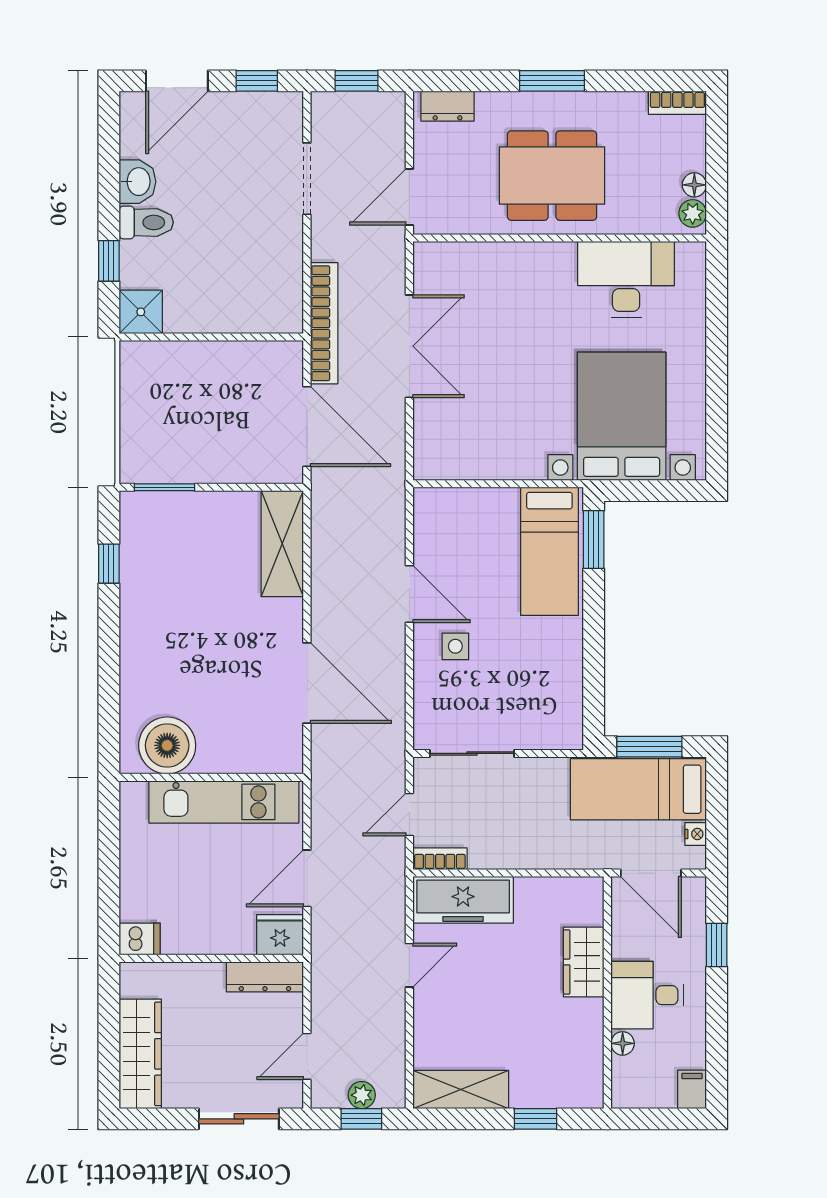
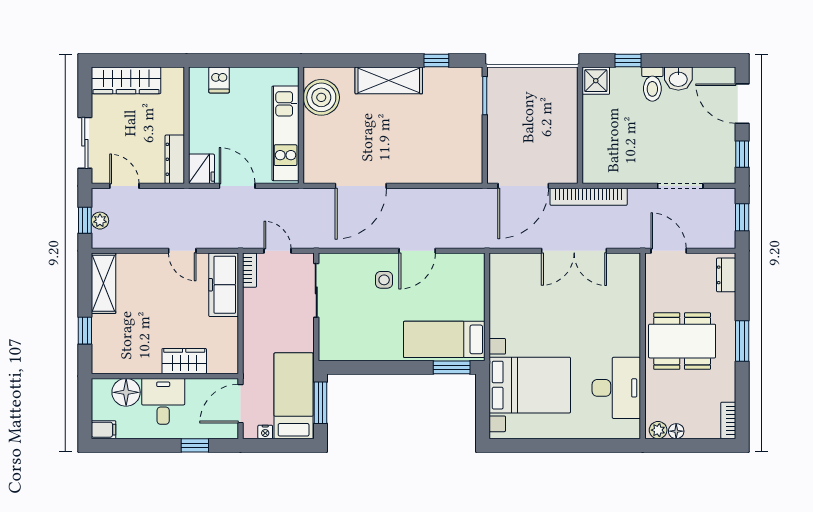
dining table: (552, 176) -> (682, 341), turned 90
shelving: (282, 544) -> (389, 80), moved
dishwasher: (140, 939) -> (219, 80), moved
floor lamp: (623, 1043) -> (126, 392), width x1.89, depth x1.89

